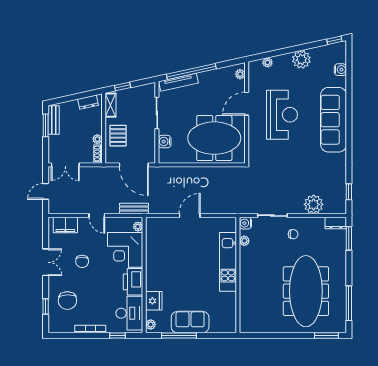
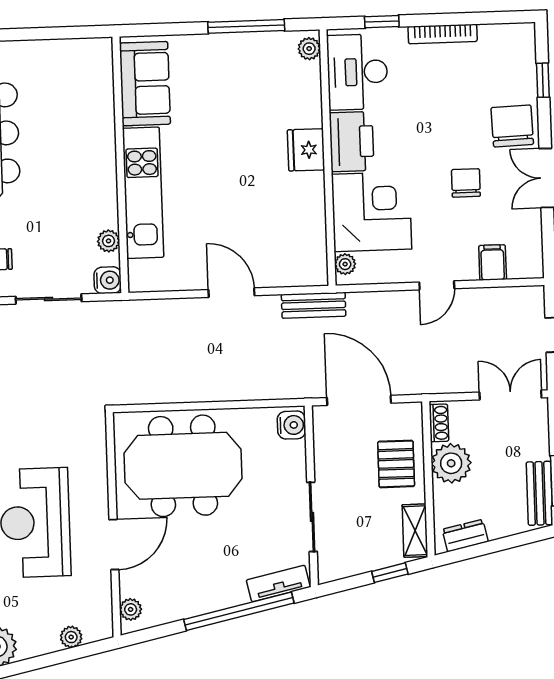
tv unit: (179, 82) -> (278, 584), width x0.71
plant: (97, 139) -> (451, 463), width x1.87, depth x1.87
water cooler: (165, 142) -> (291, 425), moved
bench: (134, 208) -> (314, 305), moved
door: (97, 216) -> (437, 285), swing flipped
door: (190, 216) -> (231, 293), swing flipped
filing cabinet: (65, 225) -> (493, 263), width x0.50
chair: (67, 301) -> (512, 126), moved
fridge: (154, 301) -> (306, 150), moved
sofa: (190, 322) -> (145, 84), moved, turned -90

